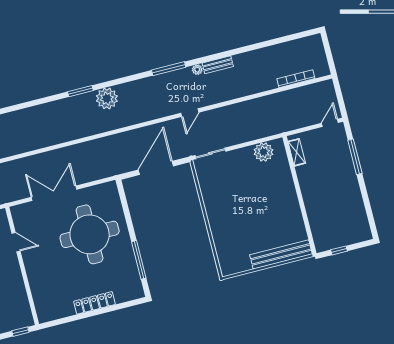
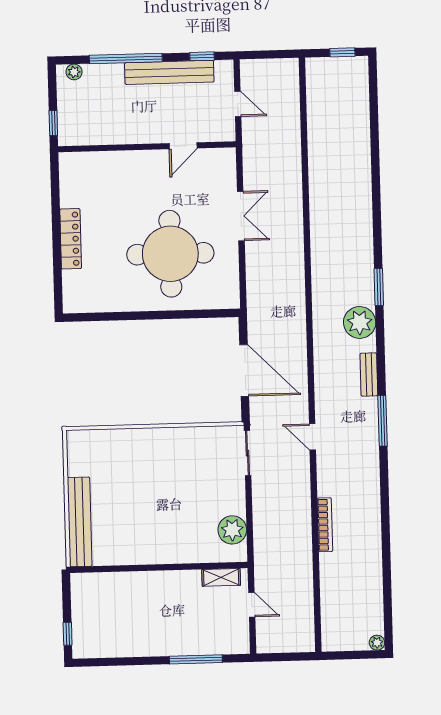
bench: (218, 65) -> (369, 375), moved
plant: (197, 70) -> (377, 643), moved
bookcase: (296, 79) -> (325, 525), moved
door: (330, 123) -> (252, 605), moved
double door: (54, 193) -> (241, 216), width x0.73
window: (339, 250) -> (68, 634), moved
window: (139, 260) -> (118, 316), removed

